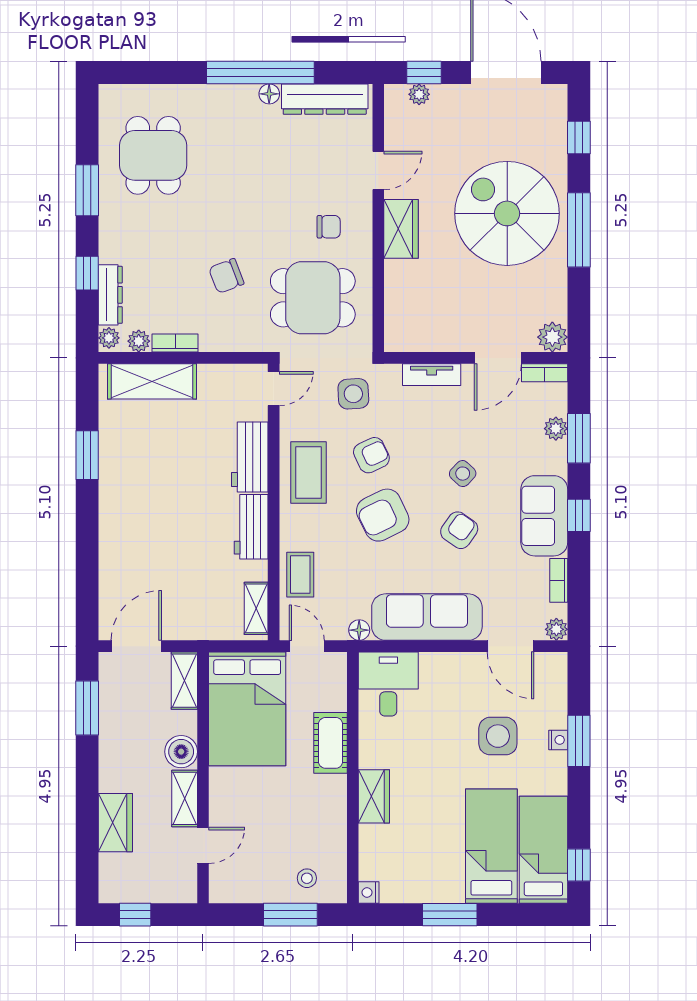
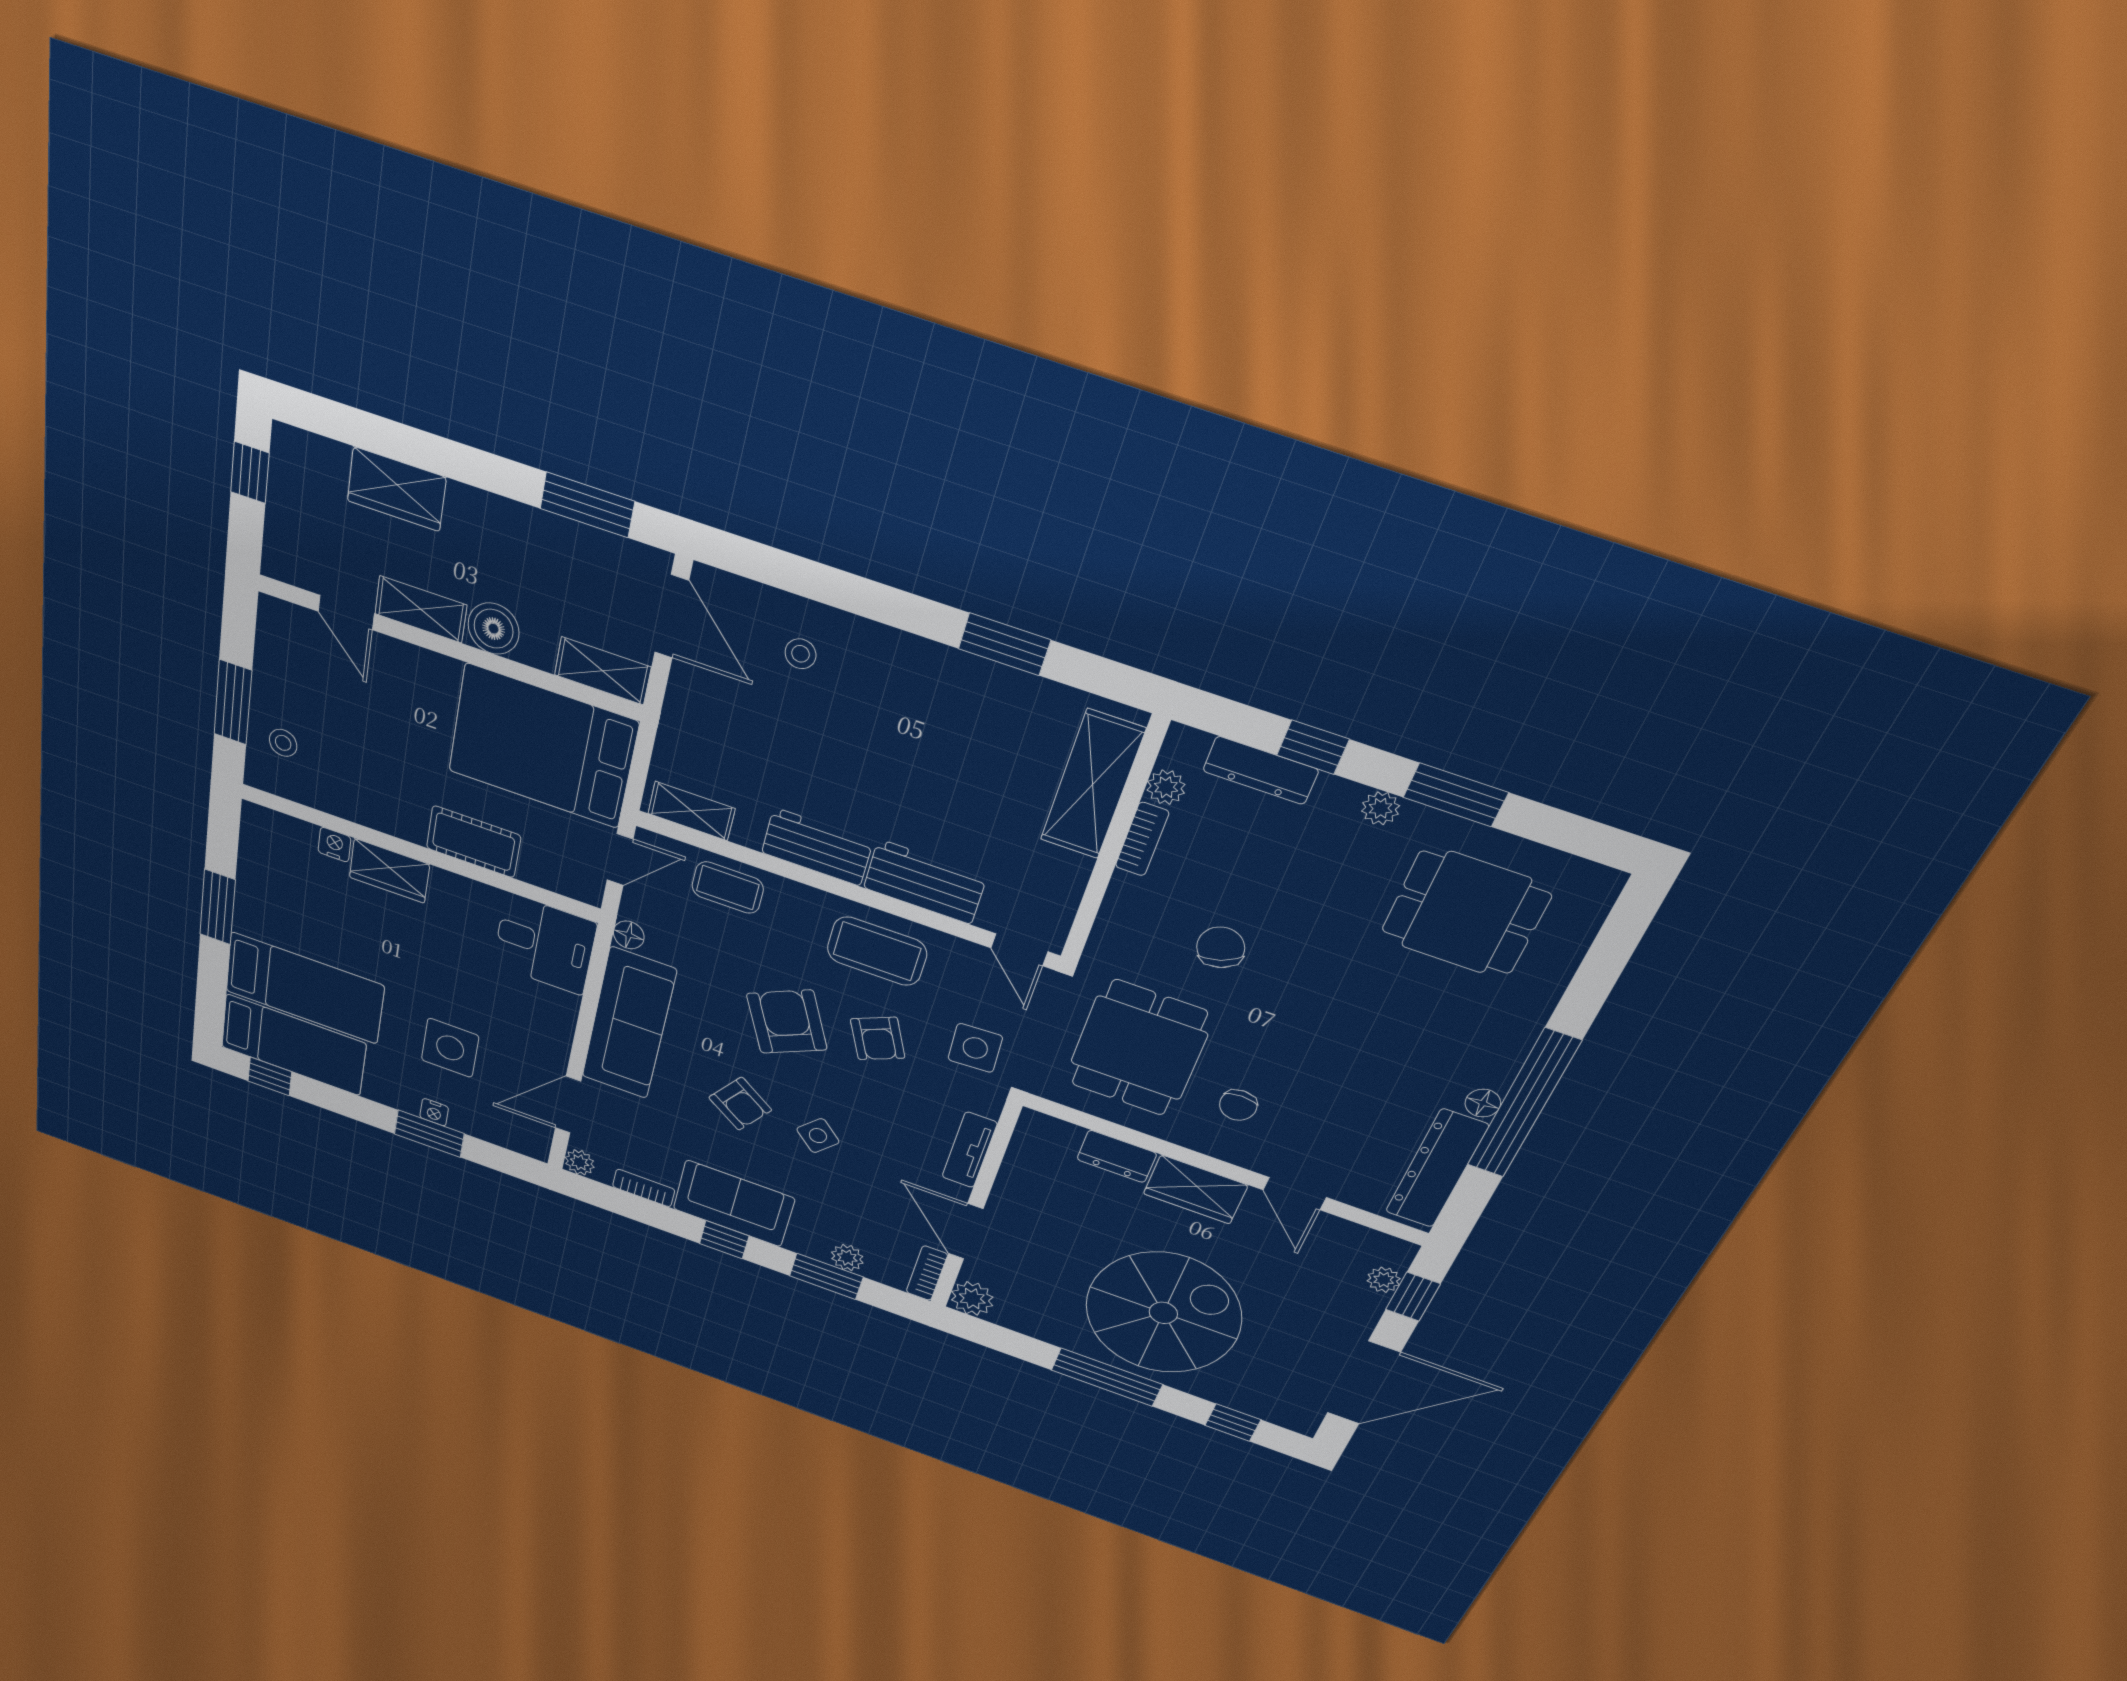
dresser: (397, 284) -> (1117, 1156), added
plant: (109, 338) -> (1381, 808), moved
stool: (133, 567) -> (801, 654), added
nightstand: (369, 892) -> (335, 845), moved

